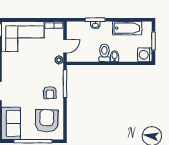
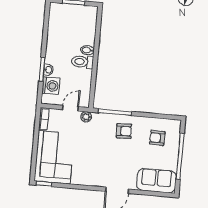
bathtub: (127, 28) -> (55, 32), removed
door: (65, 46) -> (70, 108), hinge flipped
washing machine: (145, 55) -> (51, 86), moved, turned -90
armchair: (47, 121) -> (157, 138), width x0.53, depth x0.53

